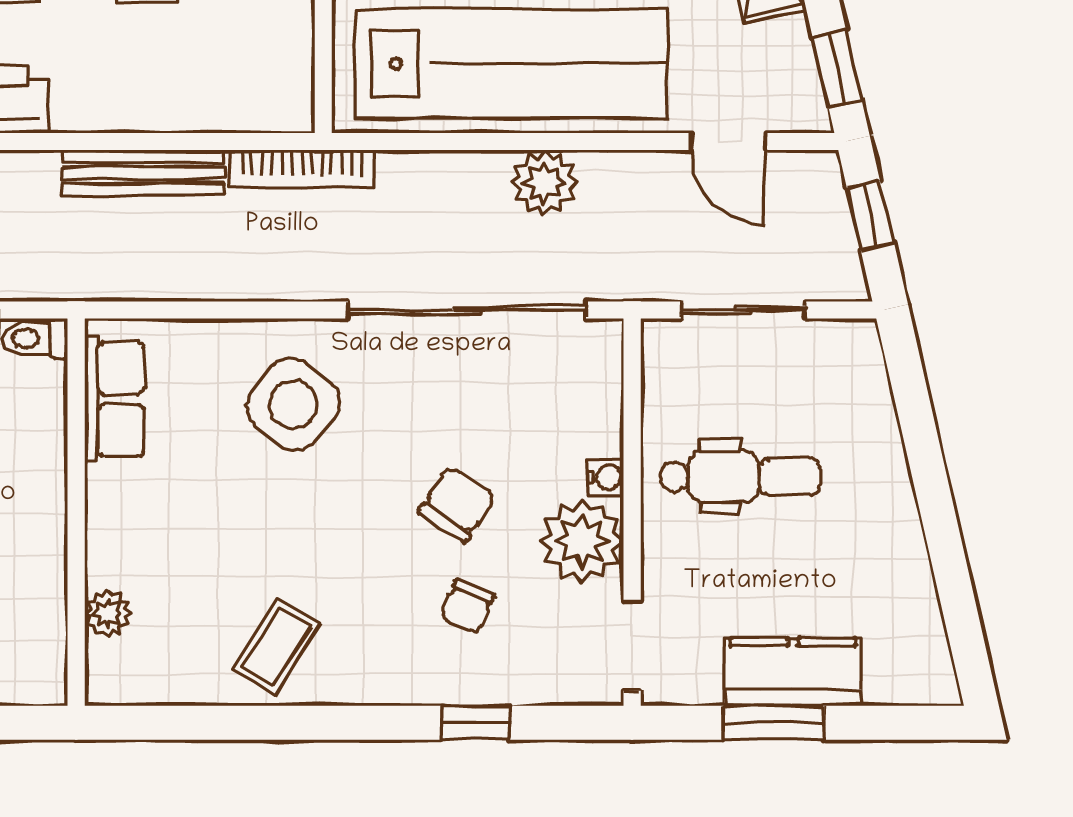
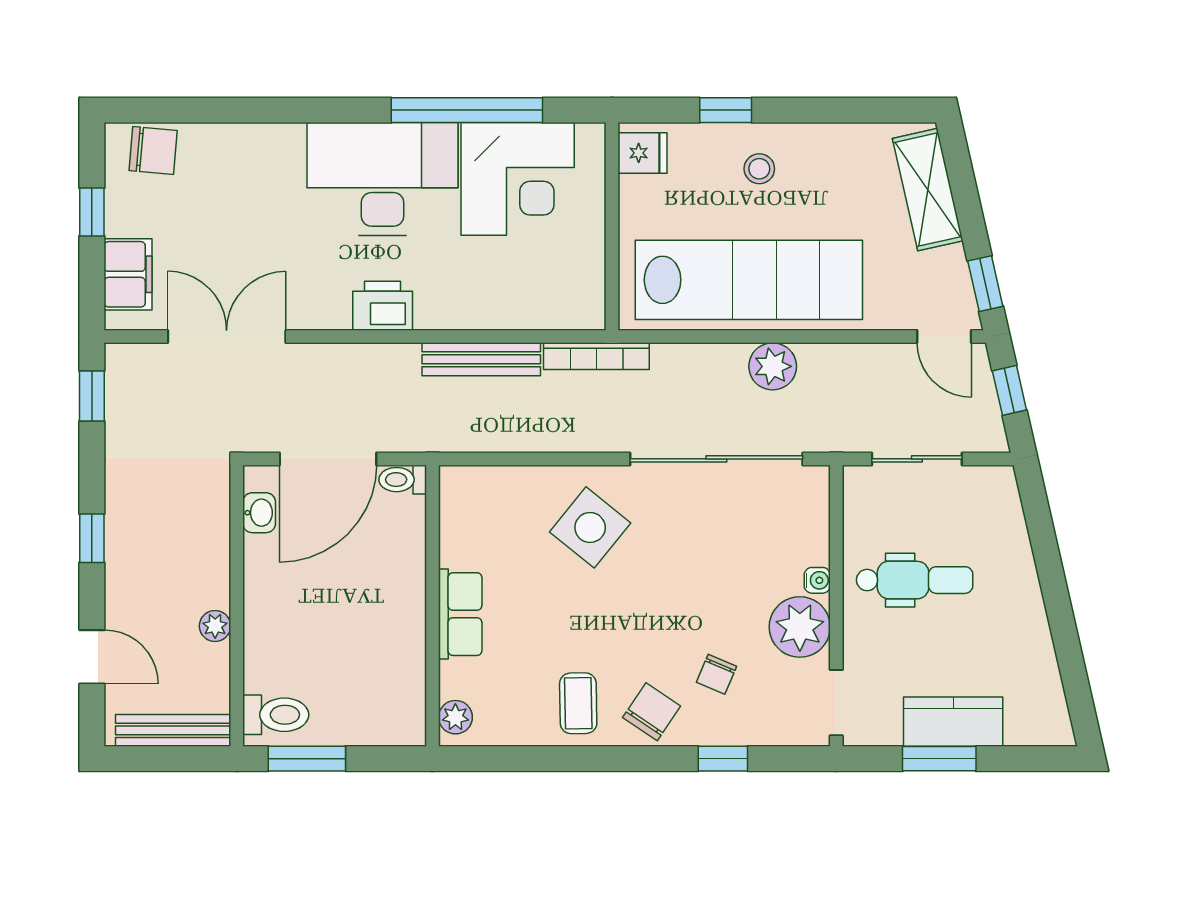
door: (728, 142) -> (944, 337), moved
row of seats: (114, 399) -> (460, 614), moved
chair: (457, 504) -> (652, 712), moved
plant: (108, 613) -> (455, 717), moved
coffee table: (277, 646) -> (578, 703), turned -33

